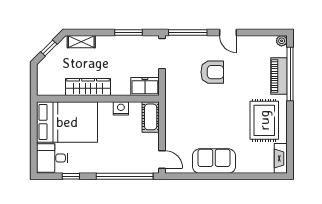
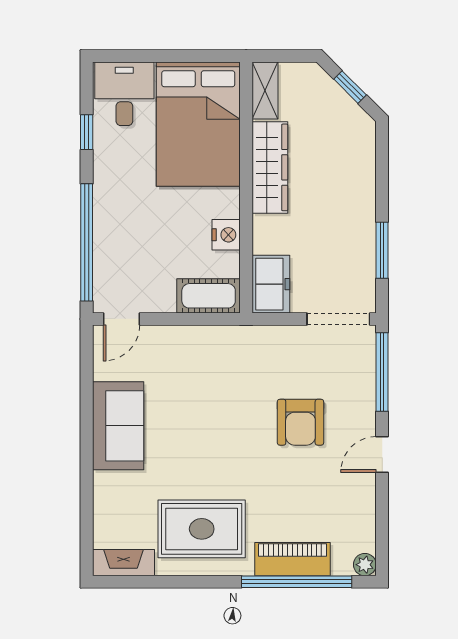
shelving: (81, 42) -> (265, 91), moved

